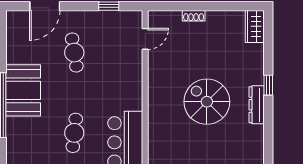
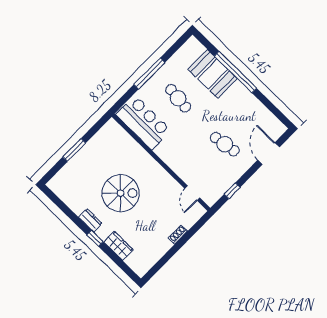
wardrobe: (255, 26) -> (118, 246), moved
booth: (23, 90) -> (213, 74), moved
dresser: (257, 105) -> (90, 220), width x0.70

